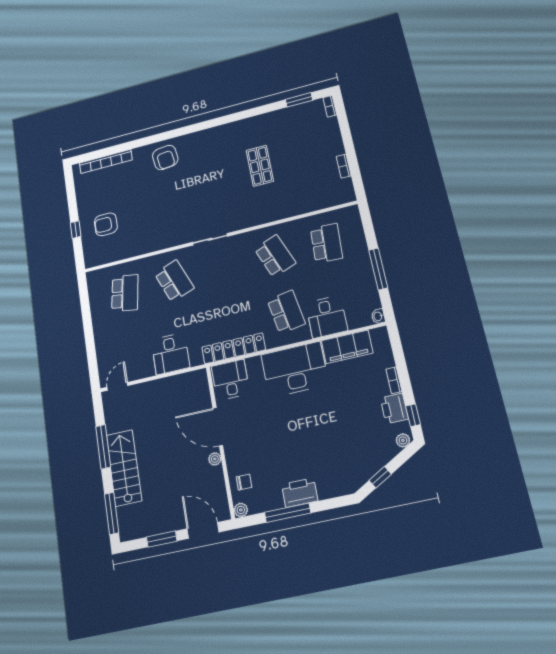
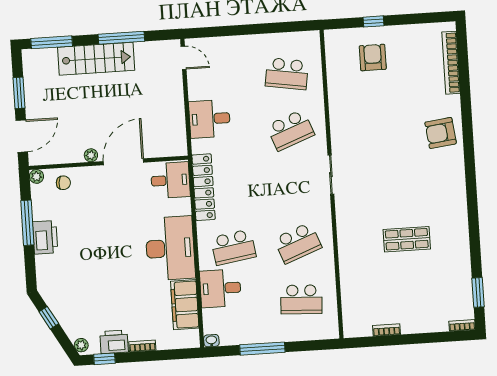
chair: (244, 482) -> (63, 183), turned -85

